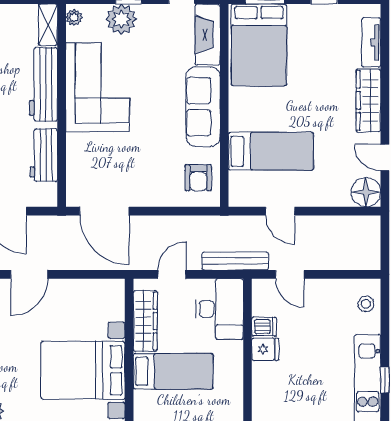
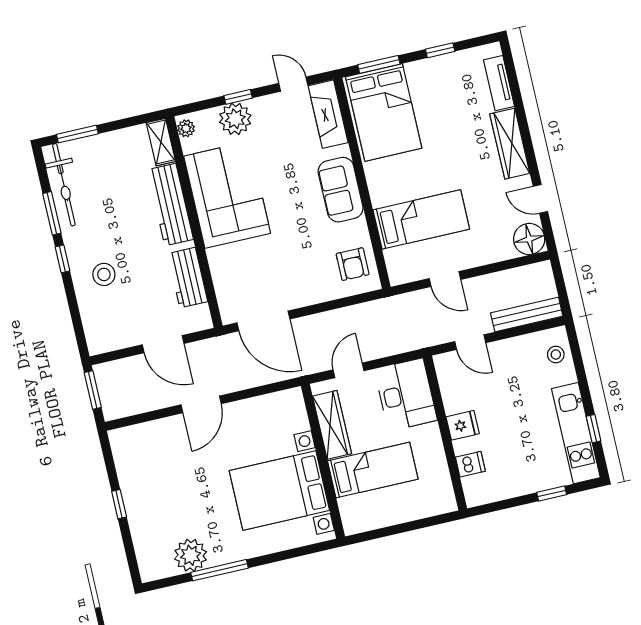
sofa: (203, 107) -> (341, 190), width x0.73
bench: (235, 261) -> (527, 314), moved
dishwasher: (264, 327) -> (470, 464), moved

